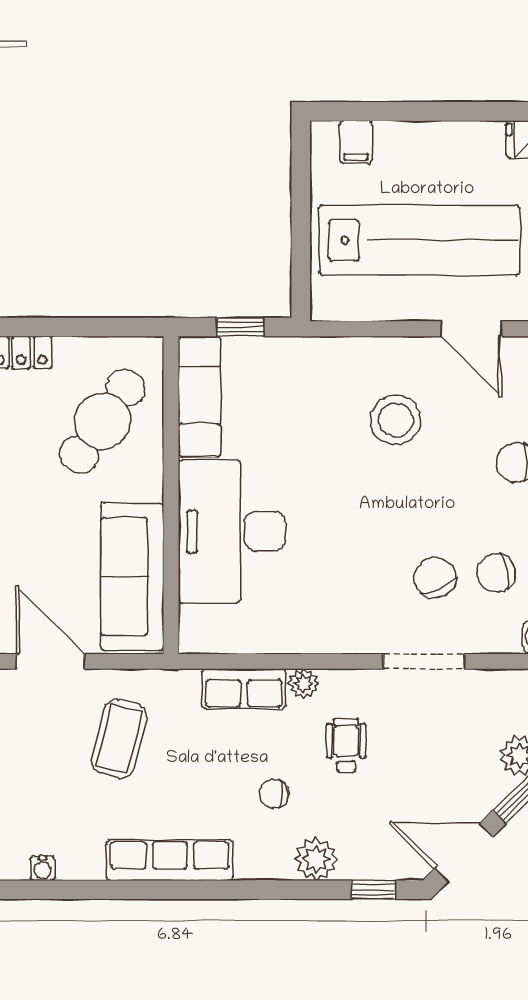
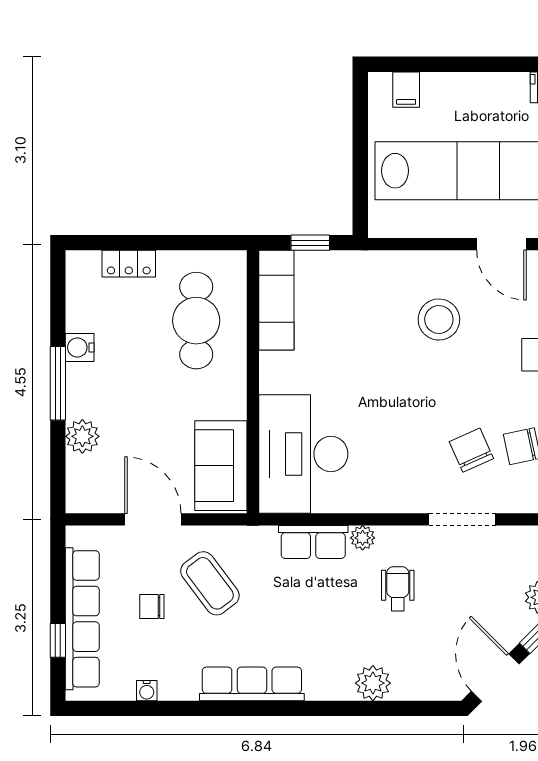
cafe table: (102, 421) -> (196, 321), turned -35
desk: (232, 531) -> (303, 454), moved
sofa: (132, 577) -> (221, 466), width x0.73
coffee table: (119, 739) -> (210, 583), turned -51
chair: (274, 794) -> (152, 607), moved
door: (464, 853) -> (495, 678), hinge flipped
window: (373, 890) -> (420, 708), removed

